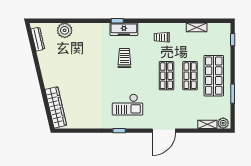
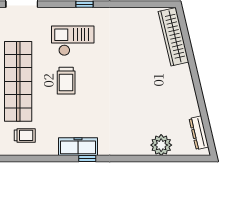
trolley: (124, 58) -> (66, 81), moved
shop shelf: (166, 76) -> (18, 81), width x2.00, depth x1.36

